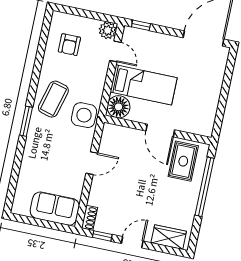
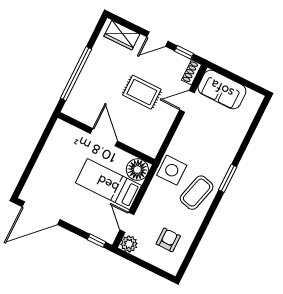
rug: (183, 161) -> (142, 92), moved, turned 90
door: (92, 163) -> (187, 101), moved

